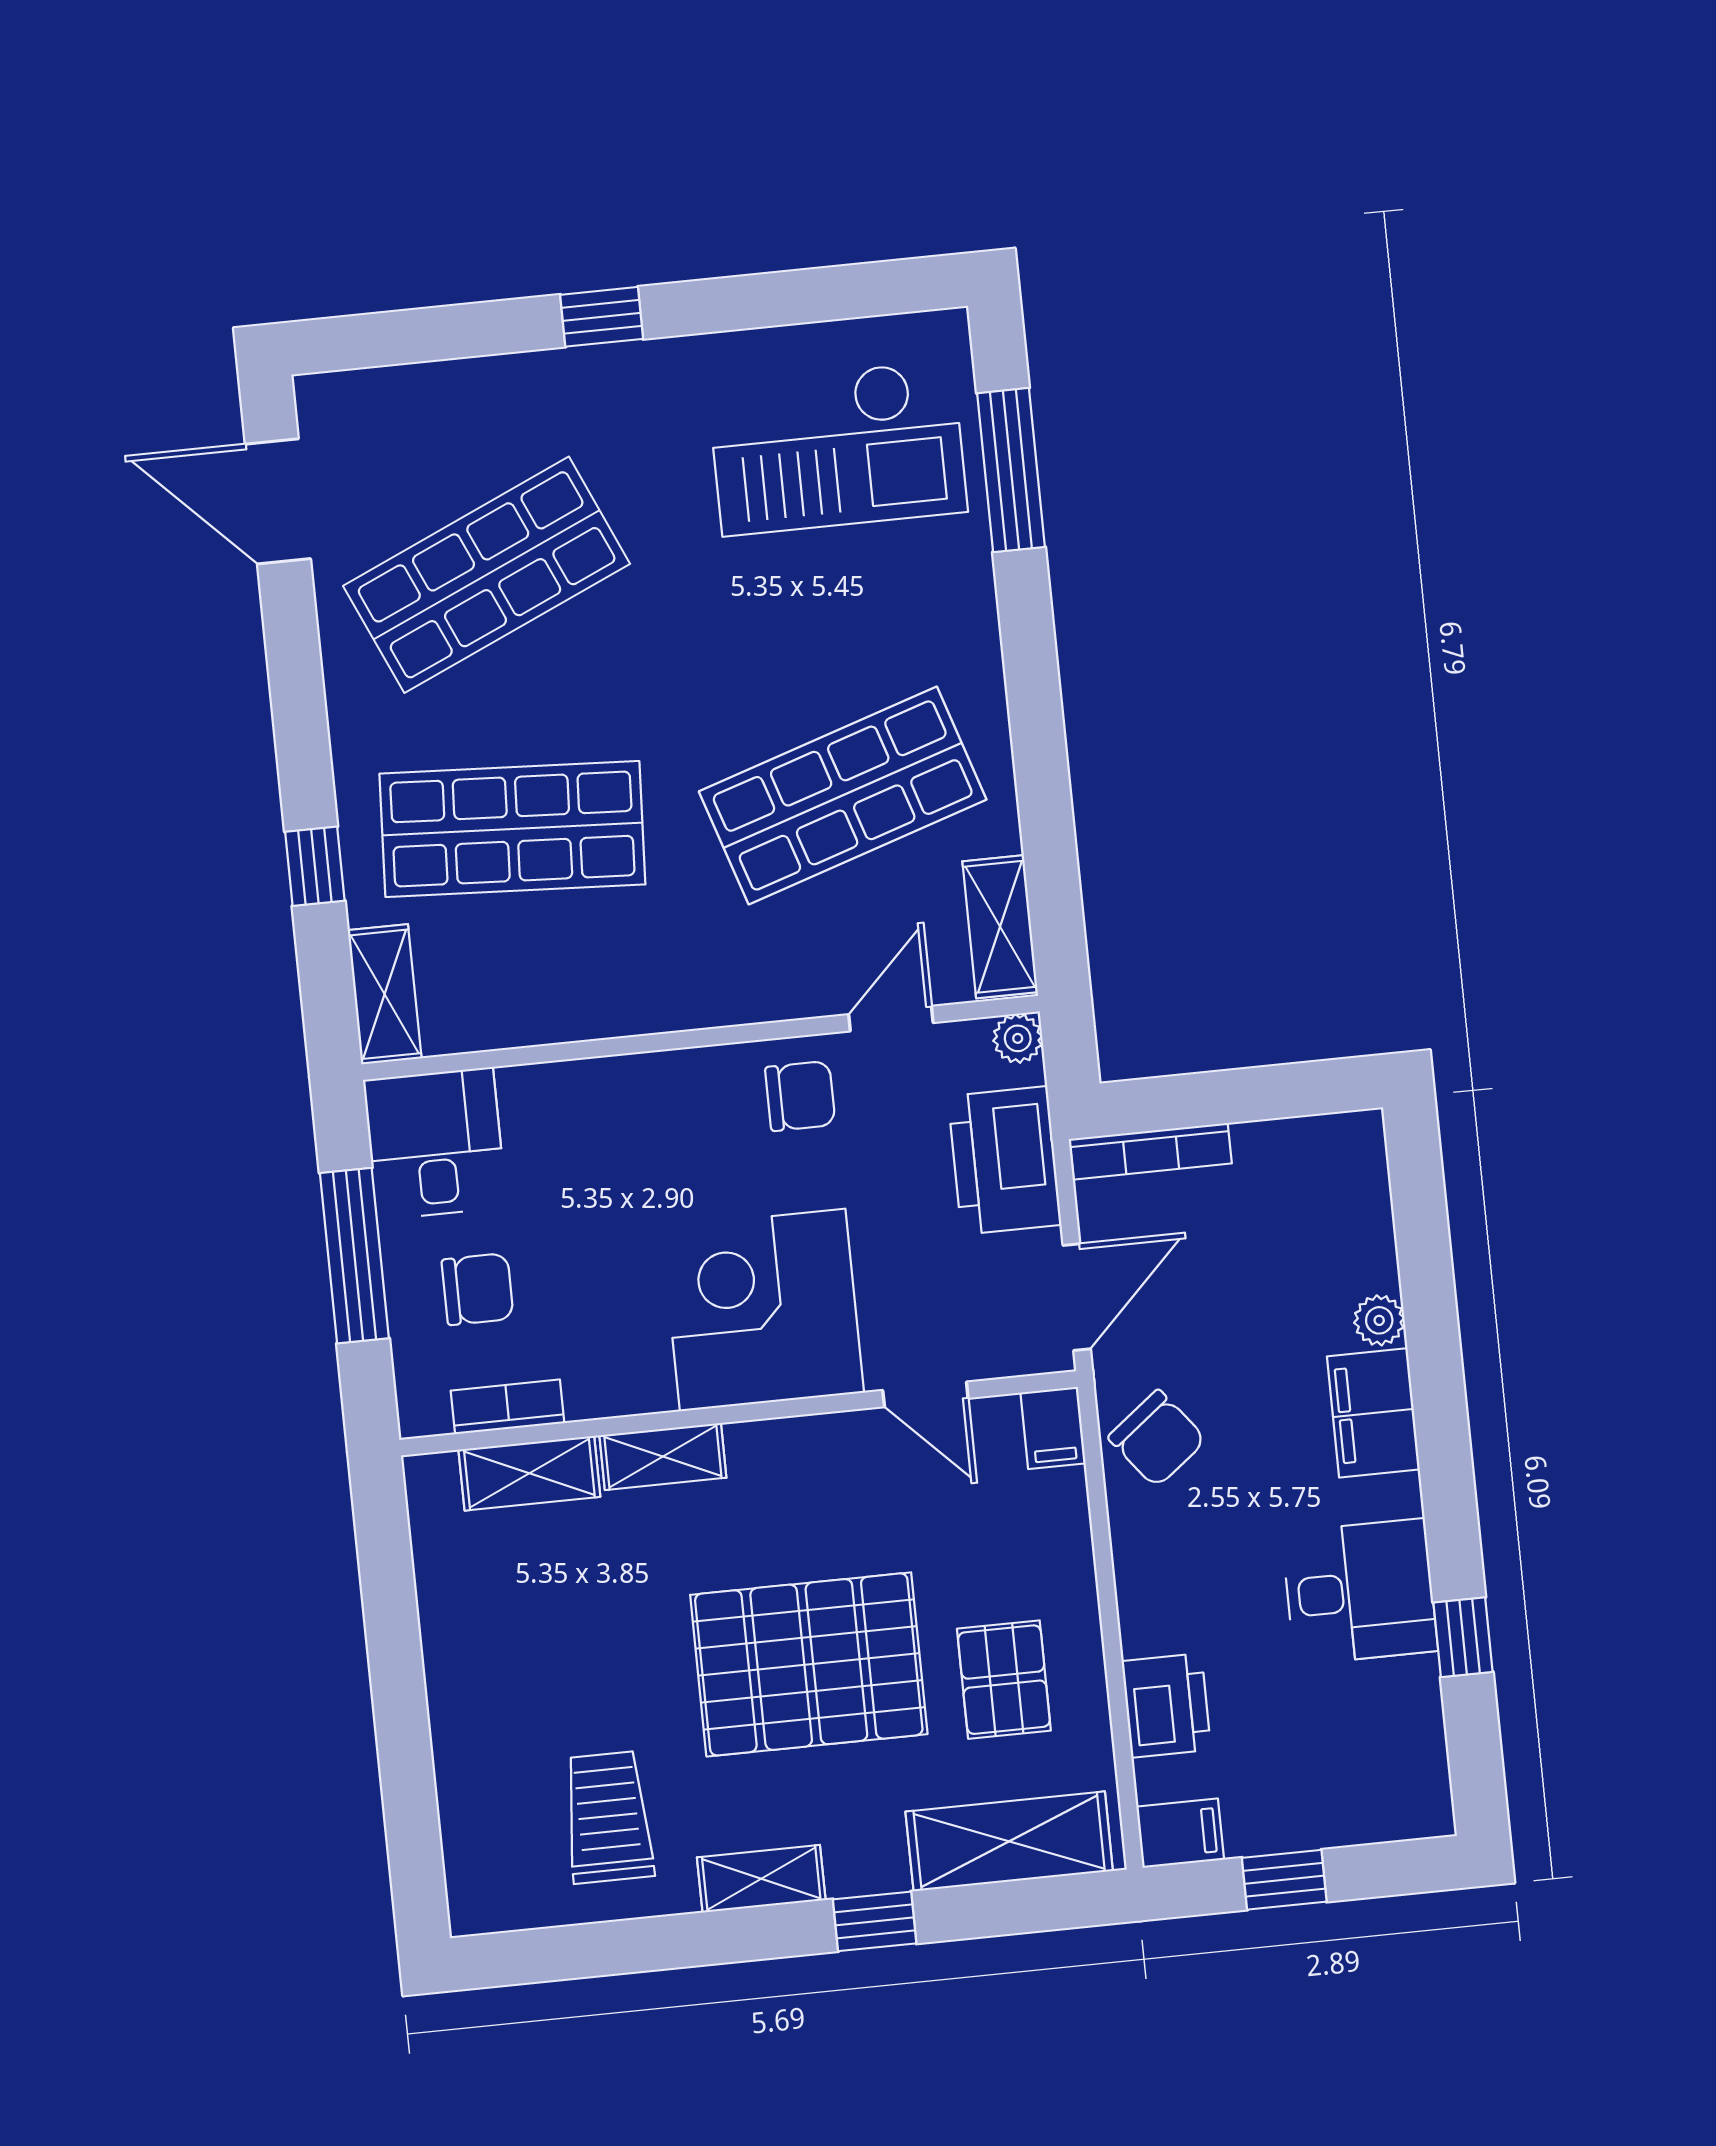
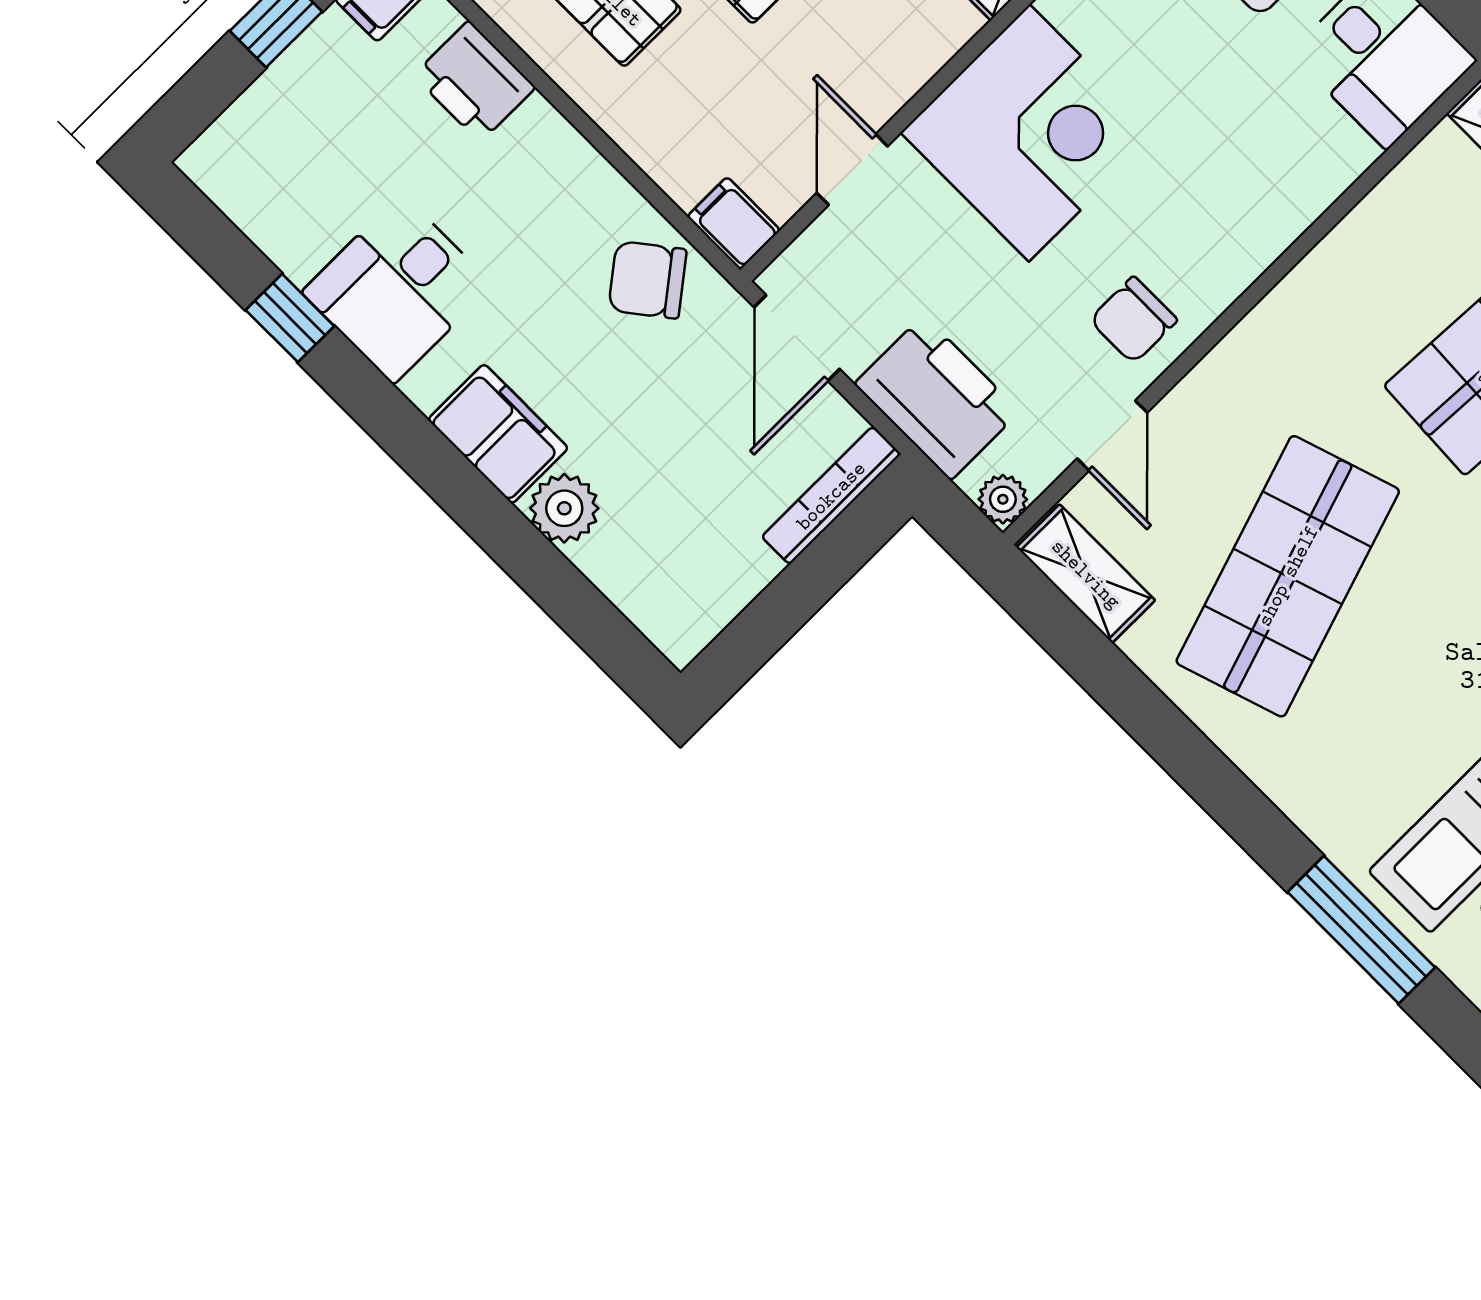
plant: (1379, 1320) -> (564, 508), width x1.38, depth x1.38
door: (925, 1394) -> (852, 170), hinge flipped

